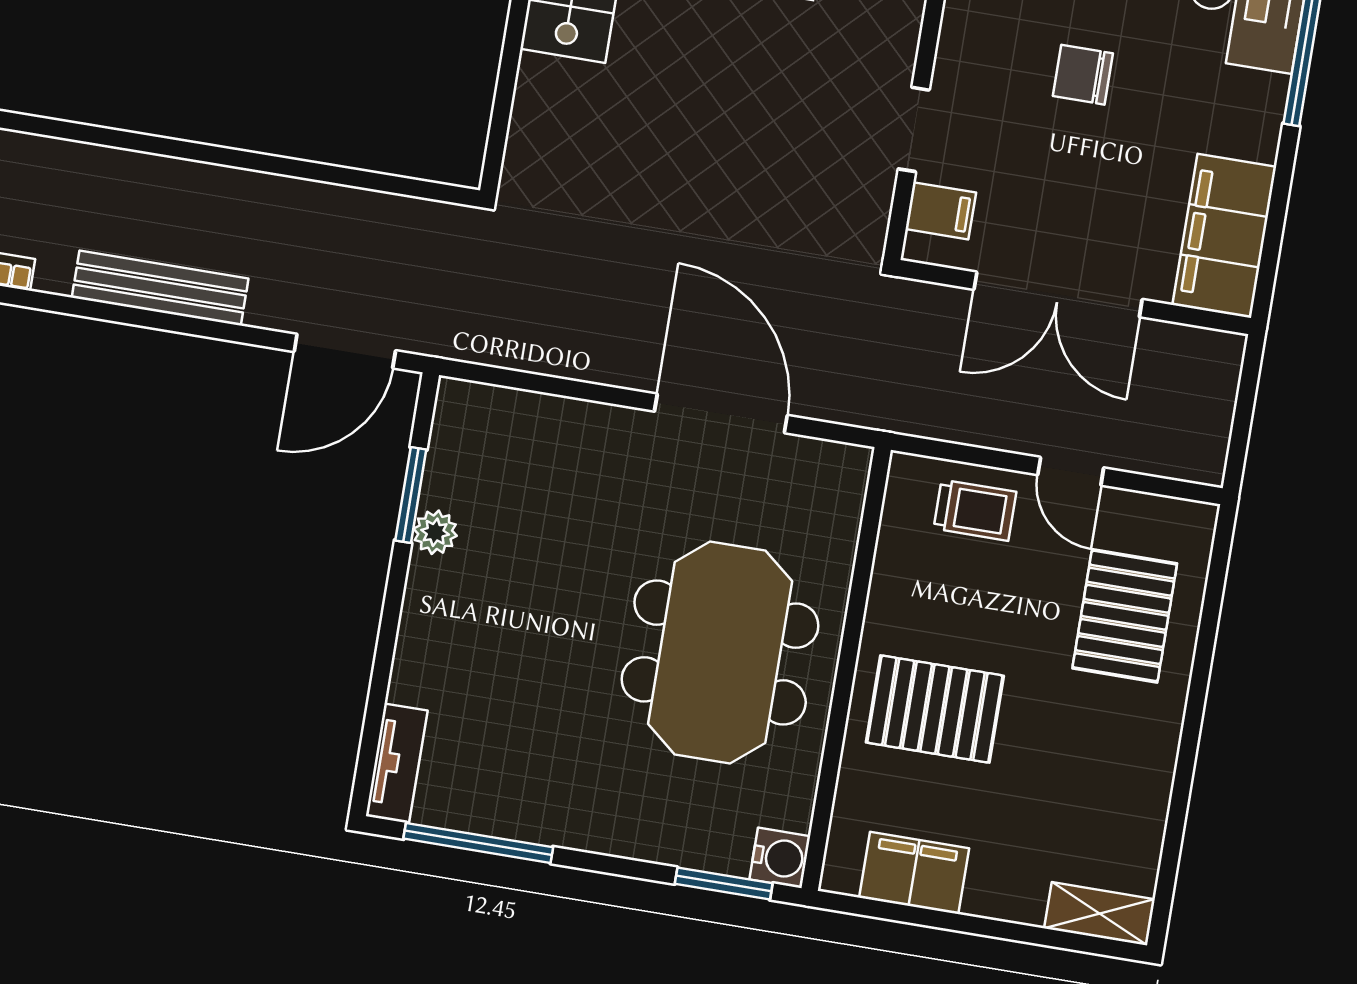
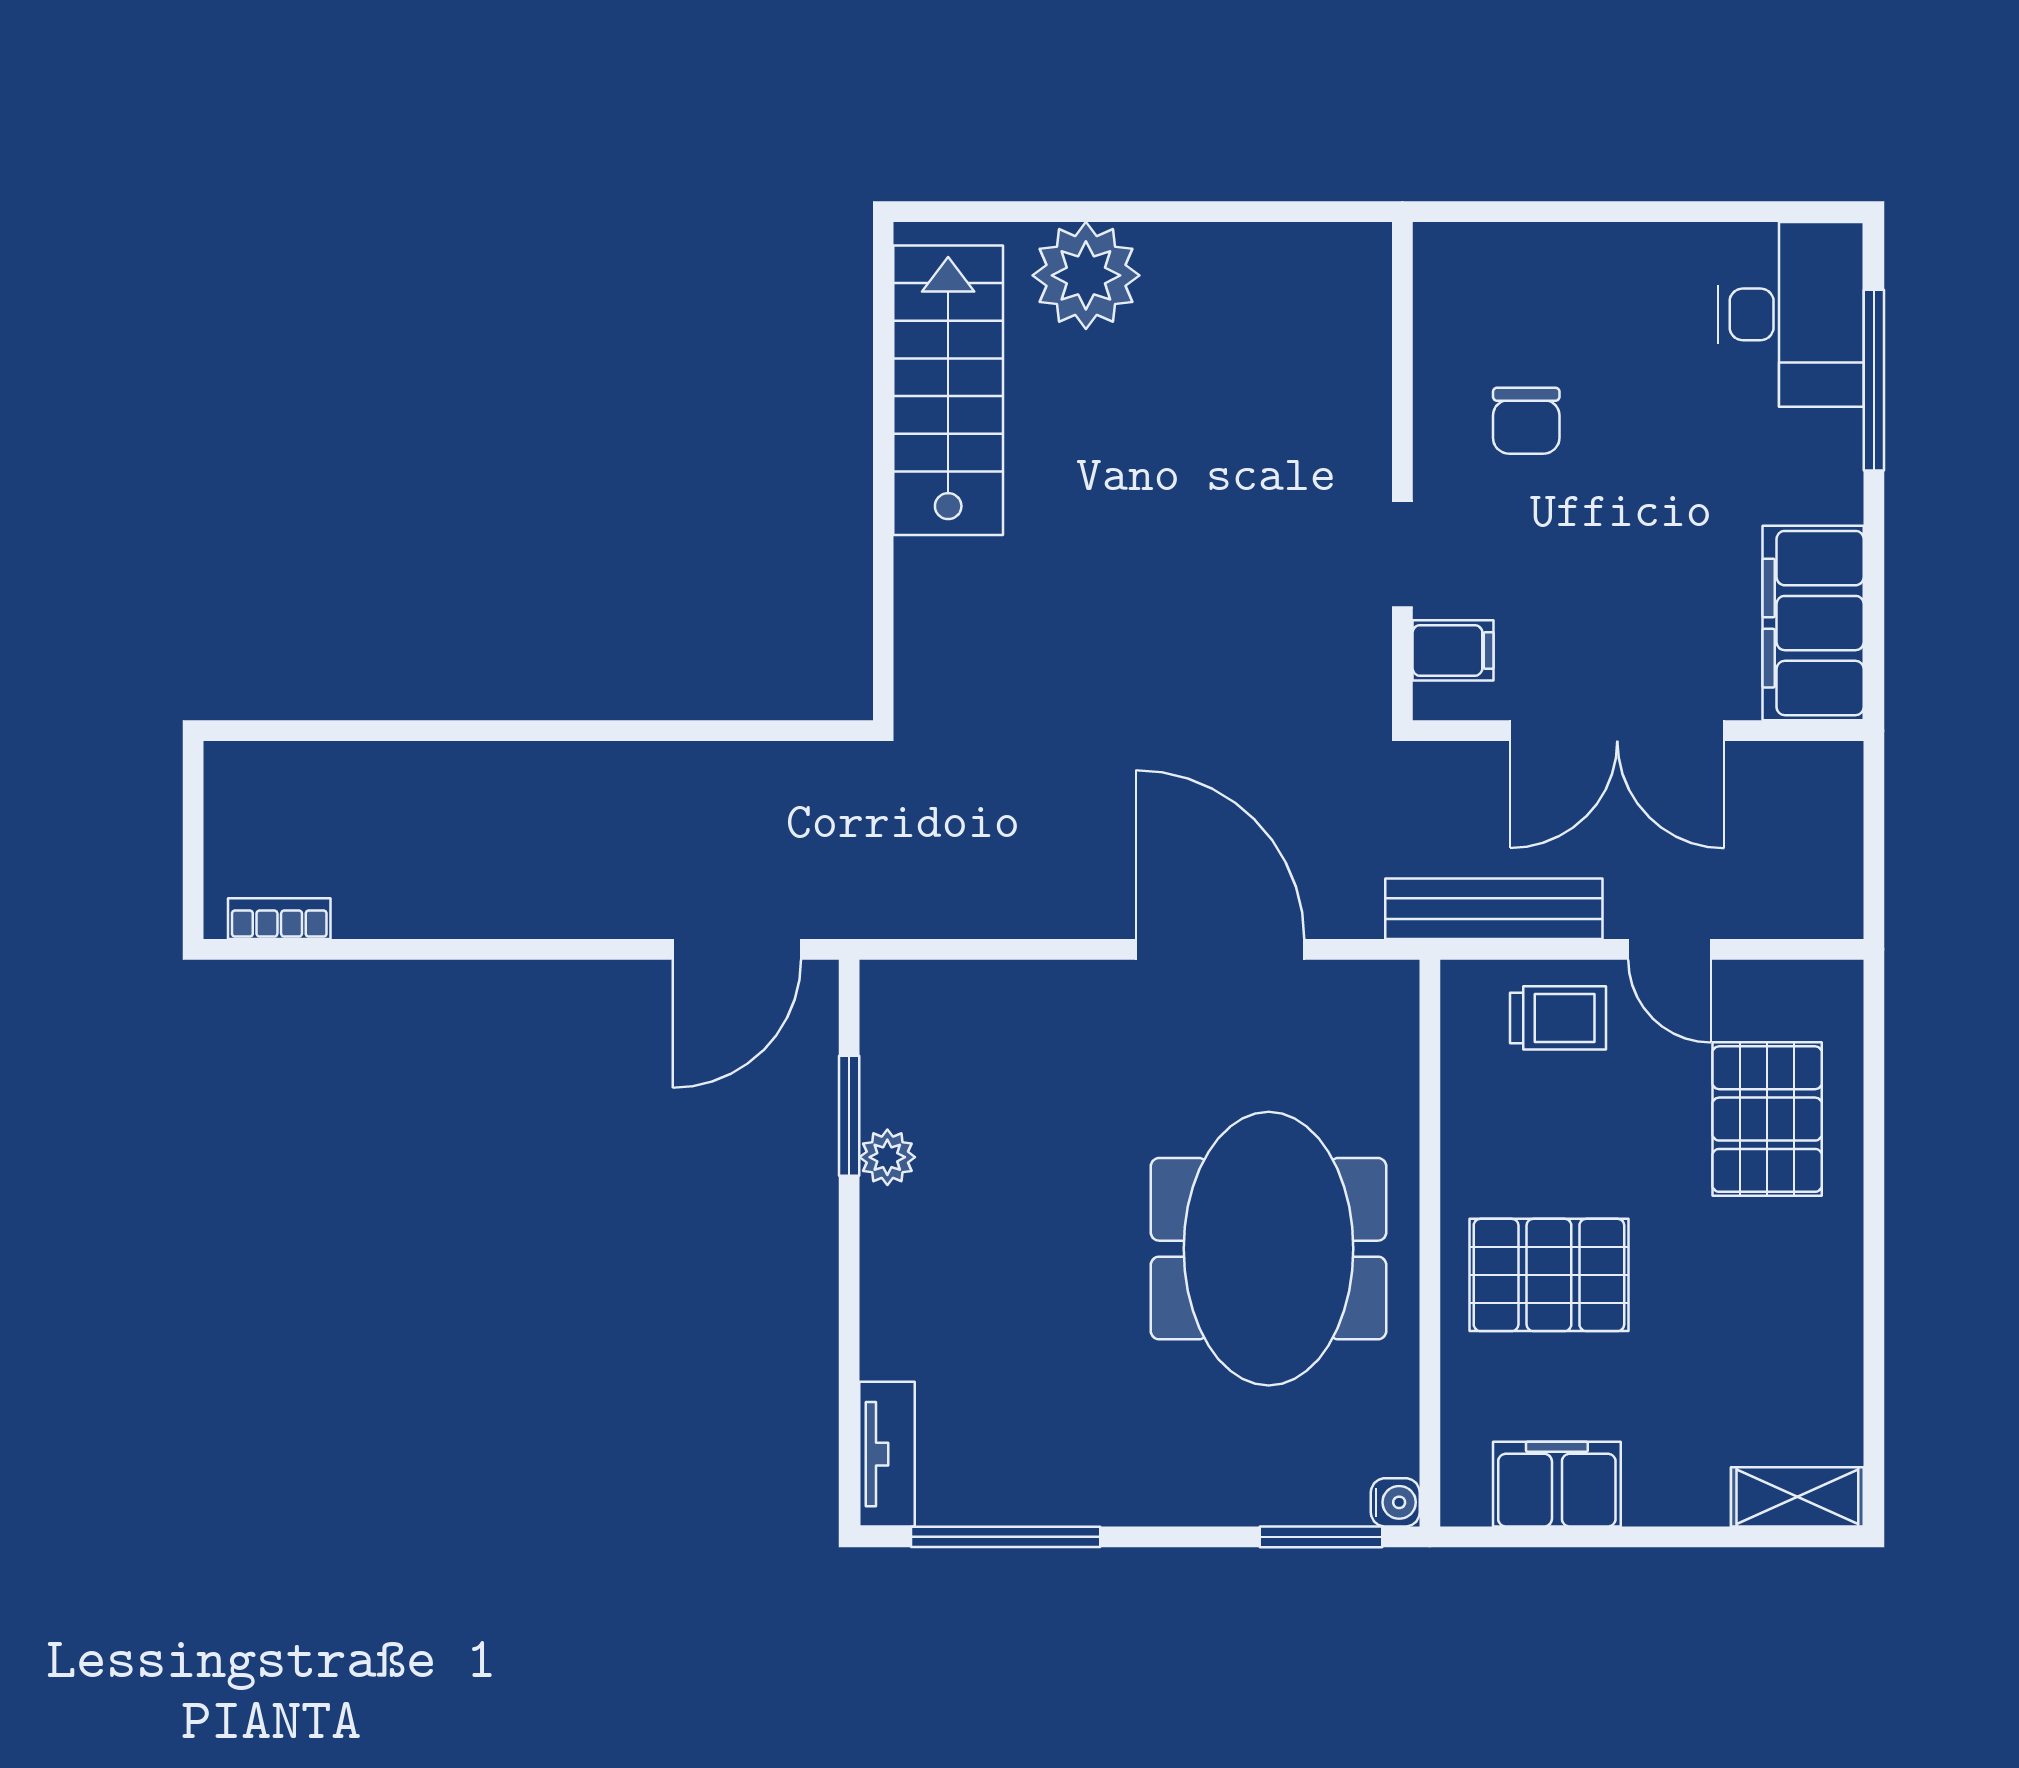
chair: (1083, 75) -> (1526, 421), moved, turned -90
bench: (160, 288) -> (1494, 909), moved
water cooler: (780, 858) -> (1395, 1502), width x0.72, depth x0.72

